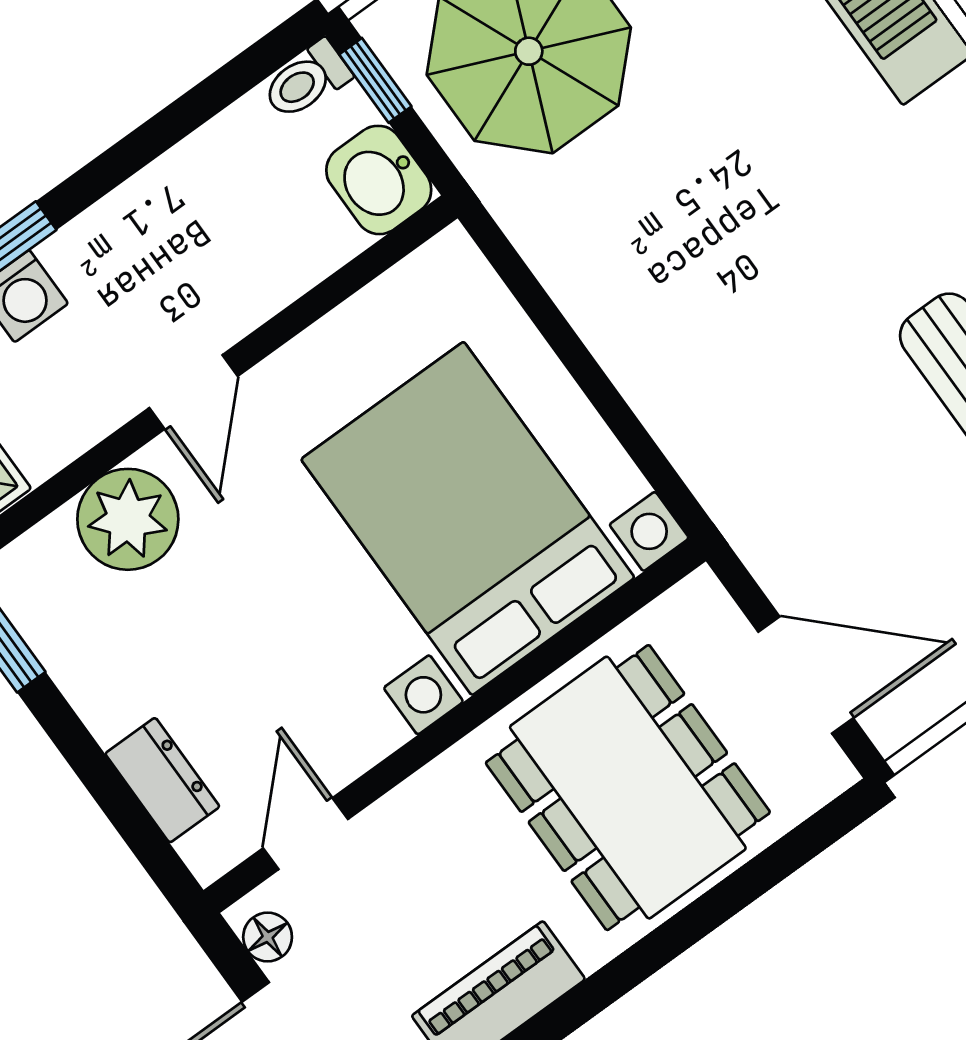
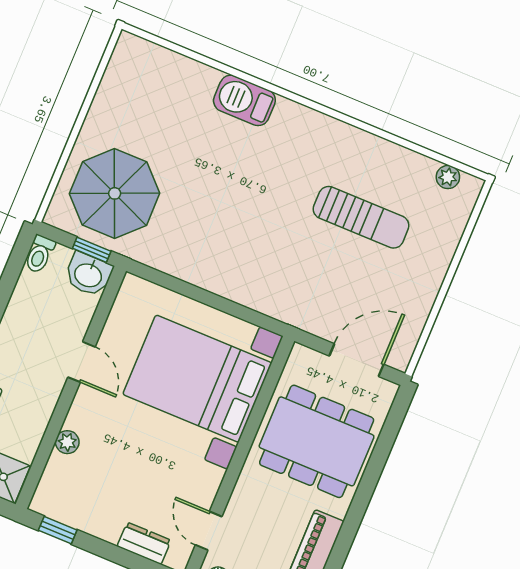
window: (375, 80) -> (92, 250), moved
door: (193, 392) -> (81, 362), moved
plant: (128, 519) -> (67, 442), width x0.53, depth x0.53

